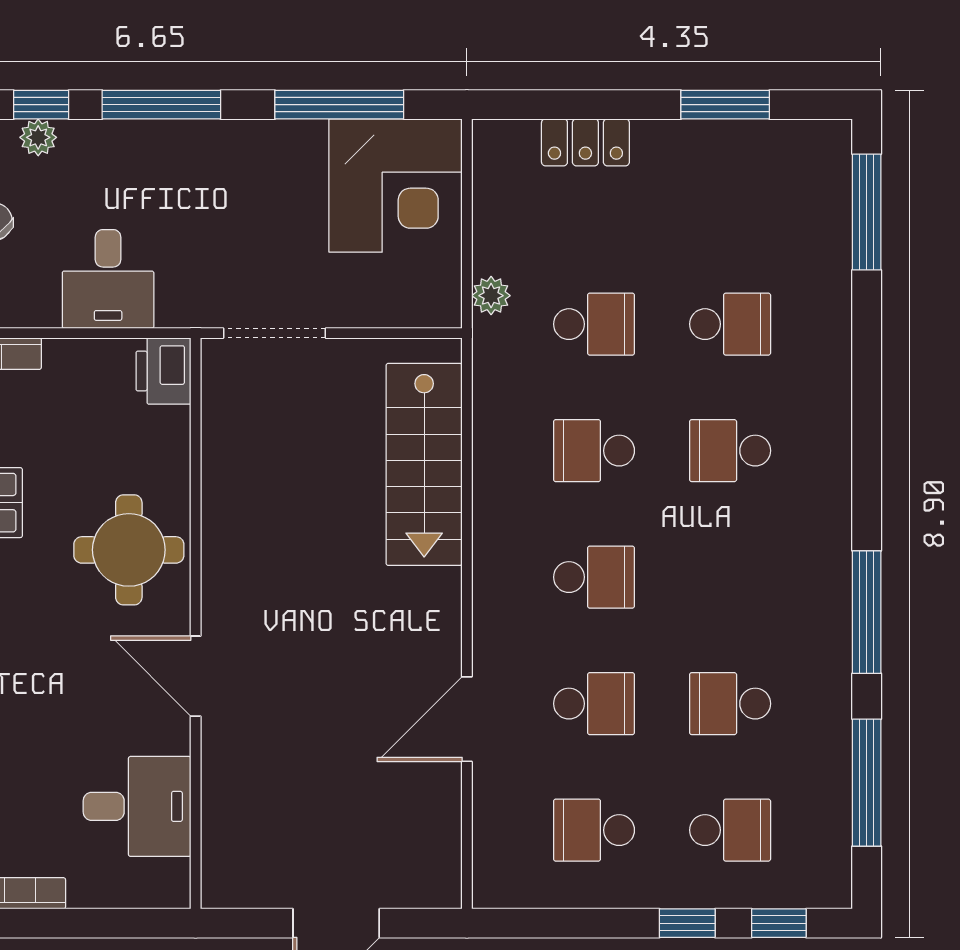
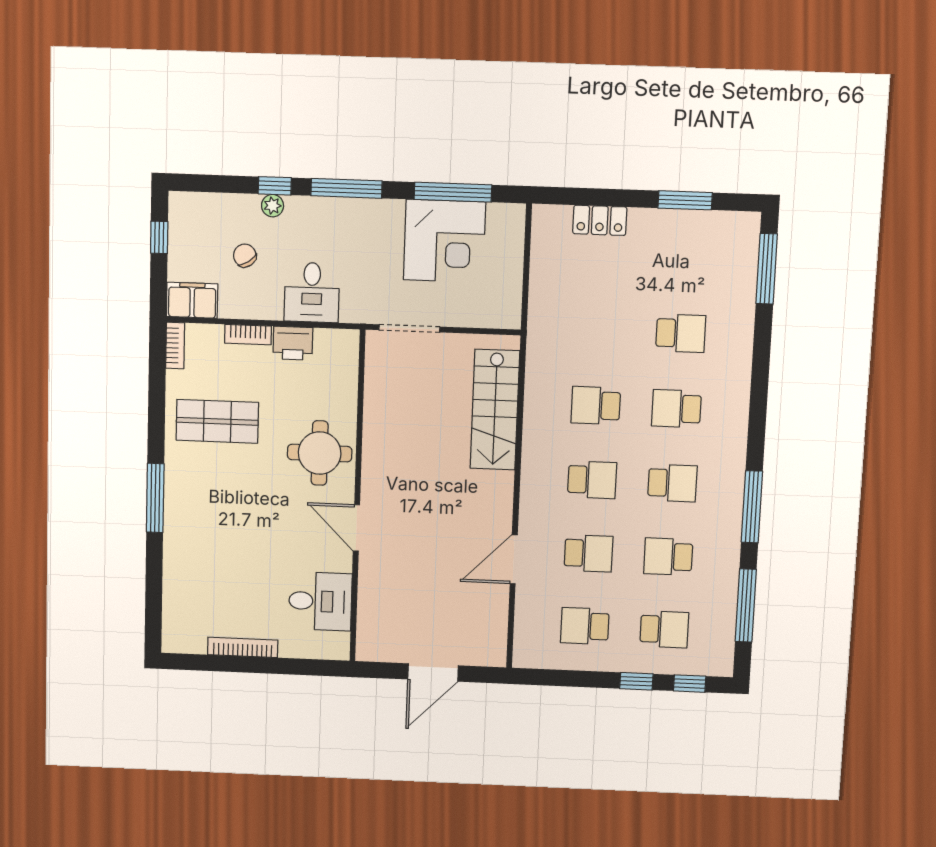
corner desk: (396, 186) -> (445, 241), moved
plant: (491, 296) -> (539, 311), removed
school desk: (594, 324) -> (672, 483), moved
printer: (163, 371) -> (293, 343), moved, turned -90

